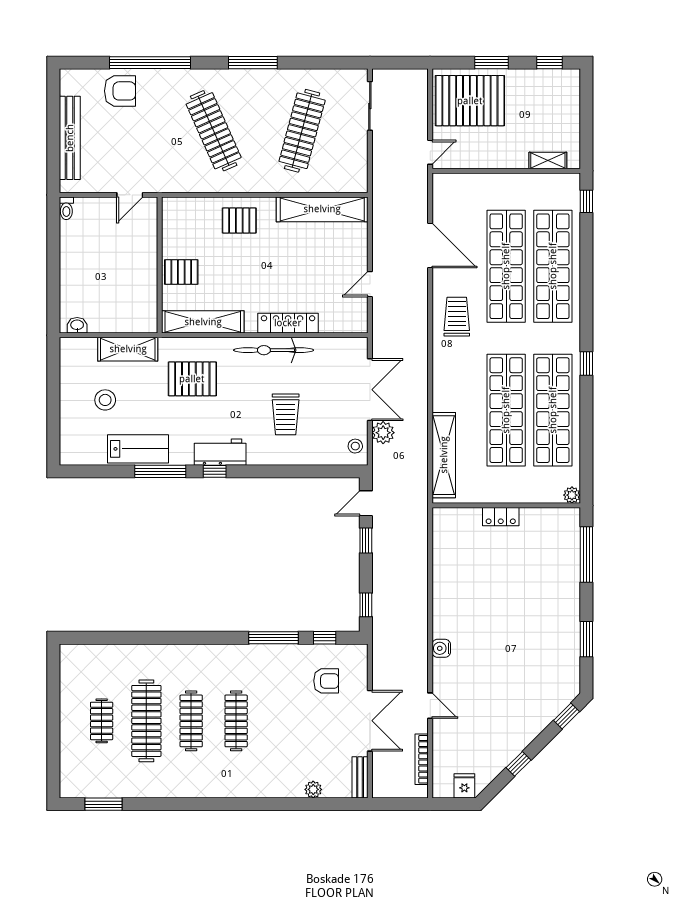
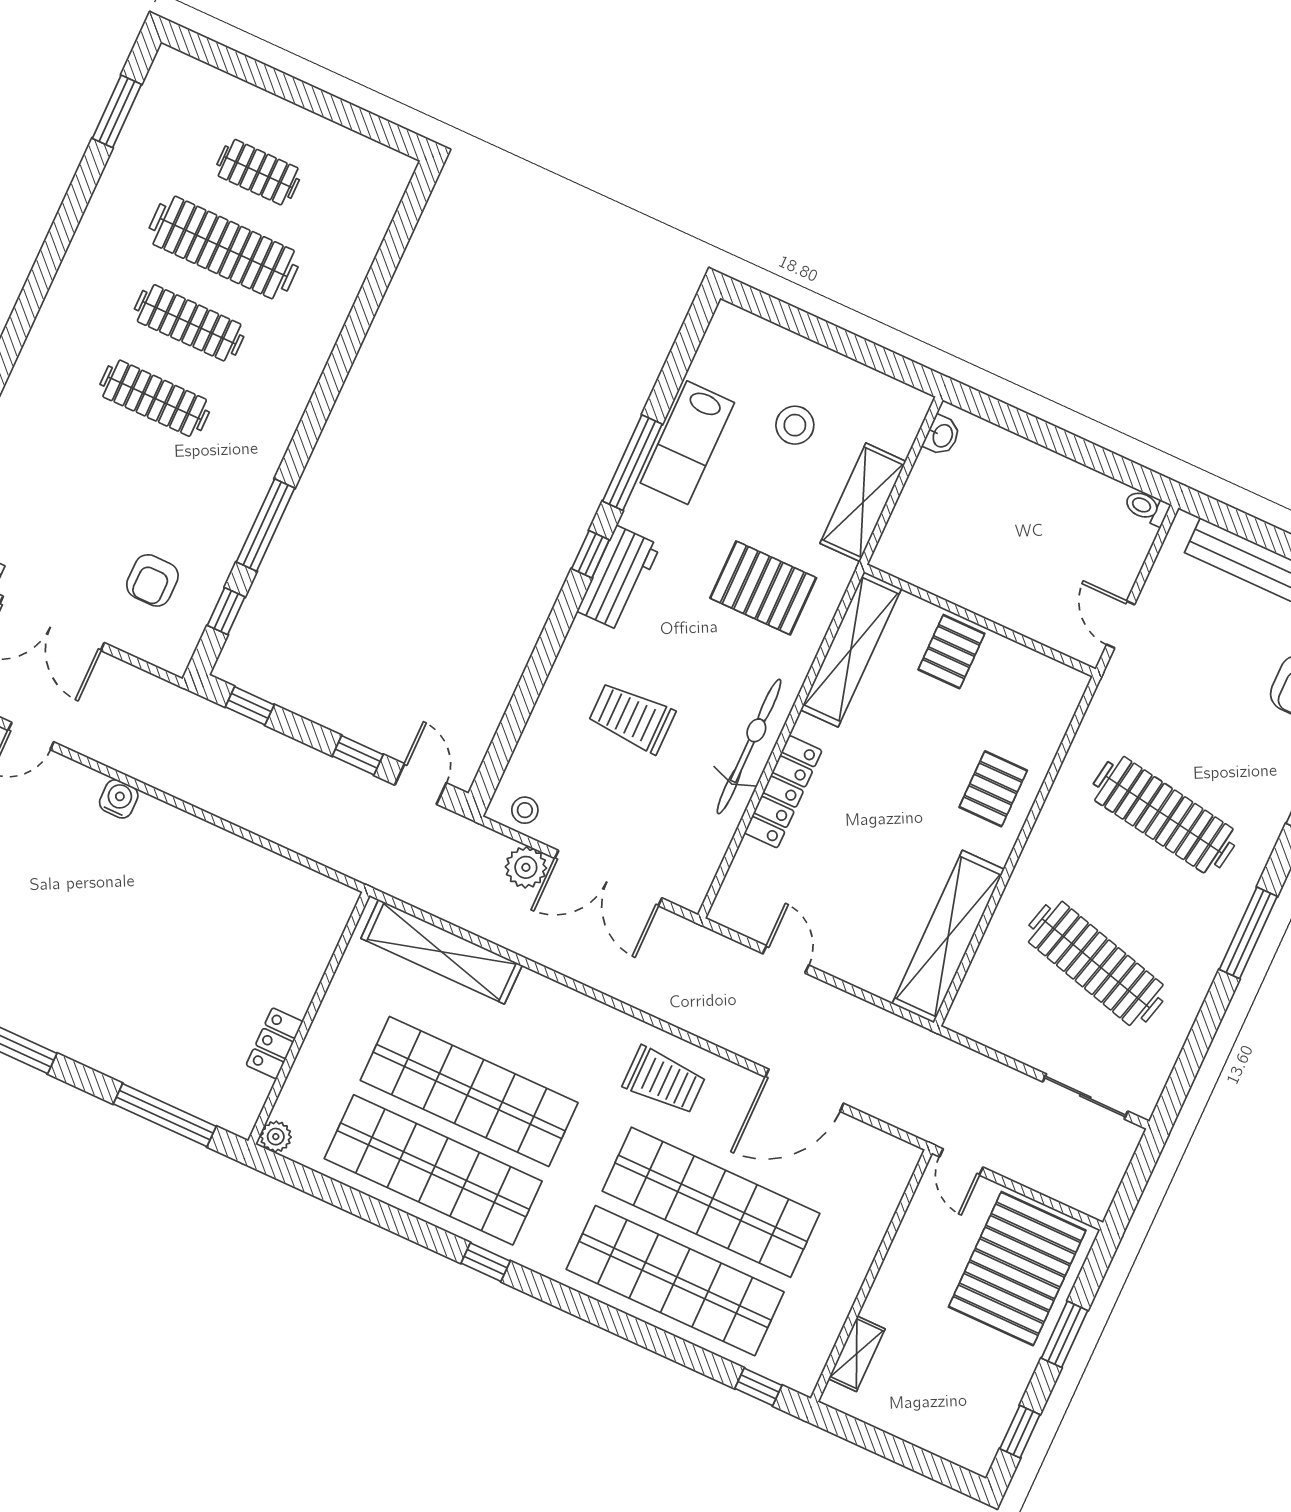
clothes rail: (214, 131) -> (1164, 815), turned 33
pallet: (192, 379) -> (763, 588), turned 90
locker: (501, 517) -> (274, 1043), moved

